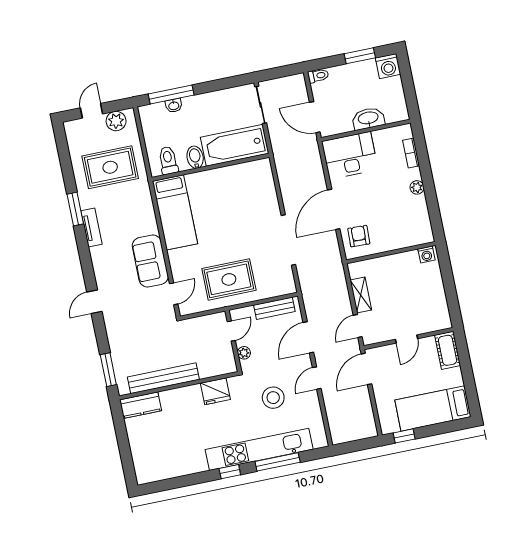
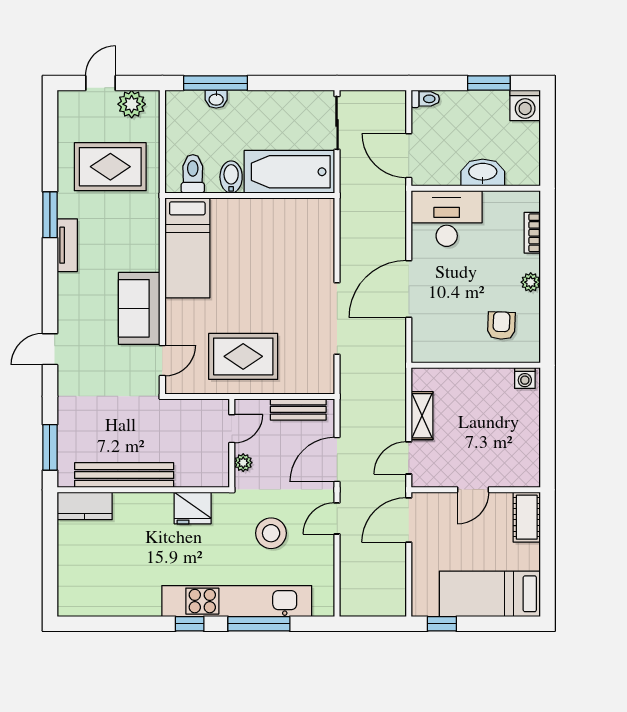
armchair: (359, 236) -> (501, 326), moved

